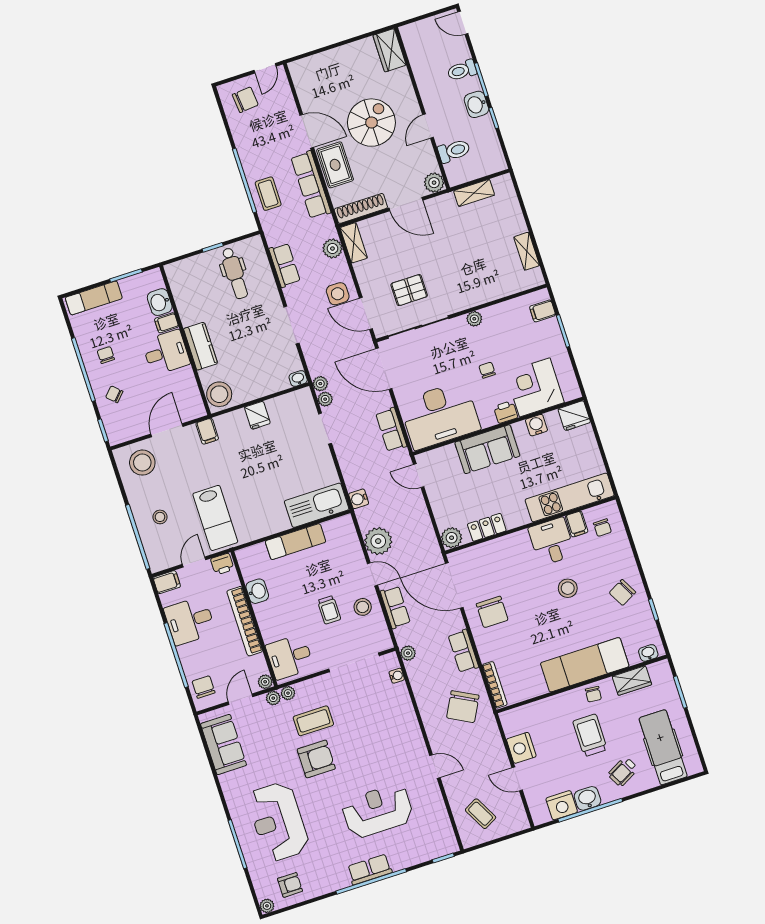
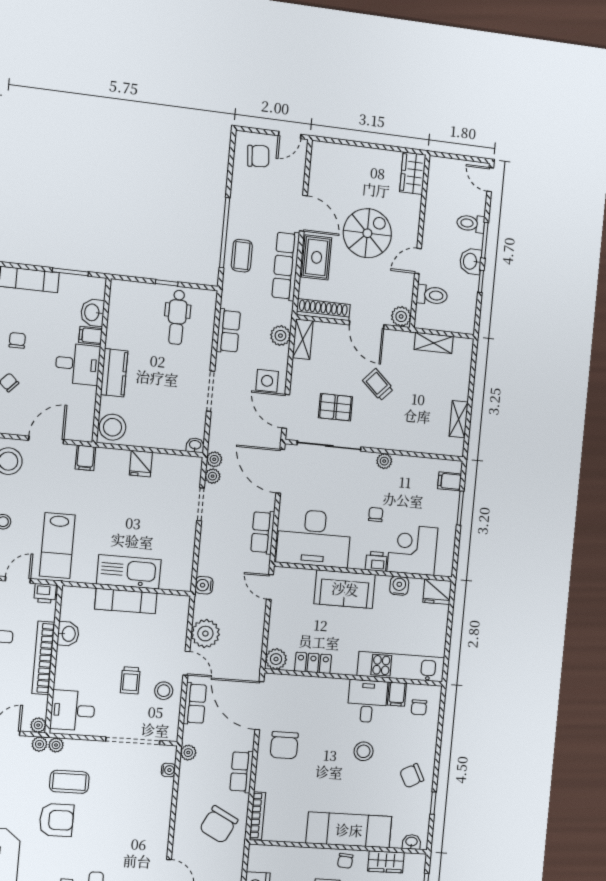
trolley: (439, 253) -> (378, 385), added
kitchen sink: (317, 505) -> (129, 572), moved

